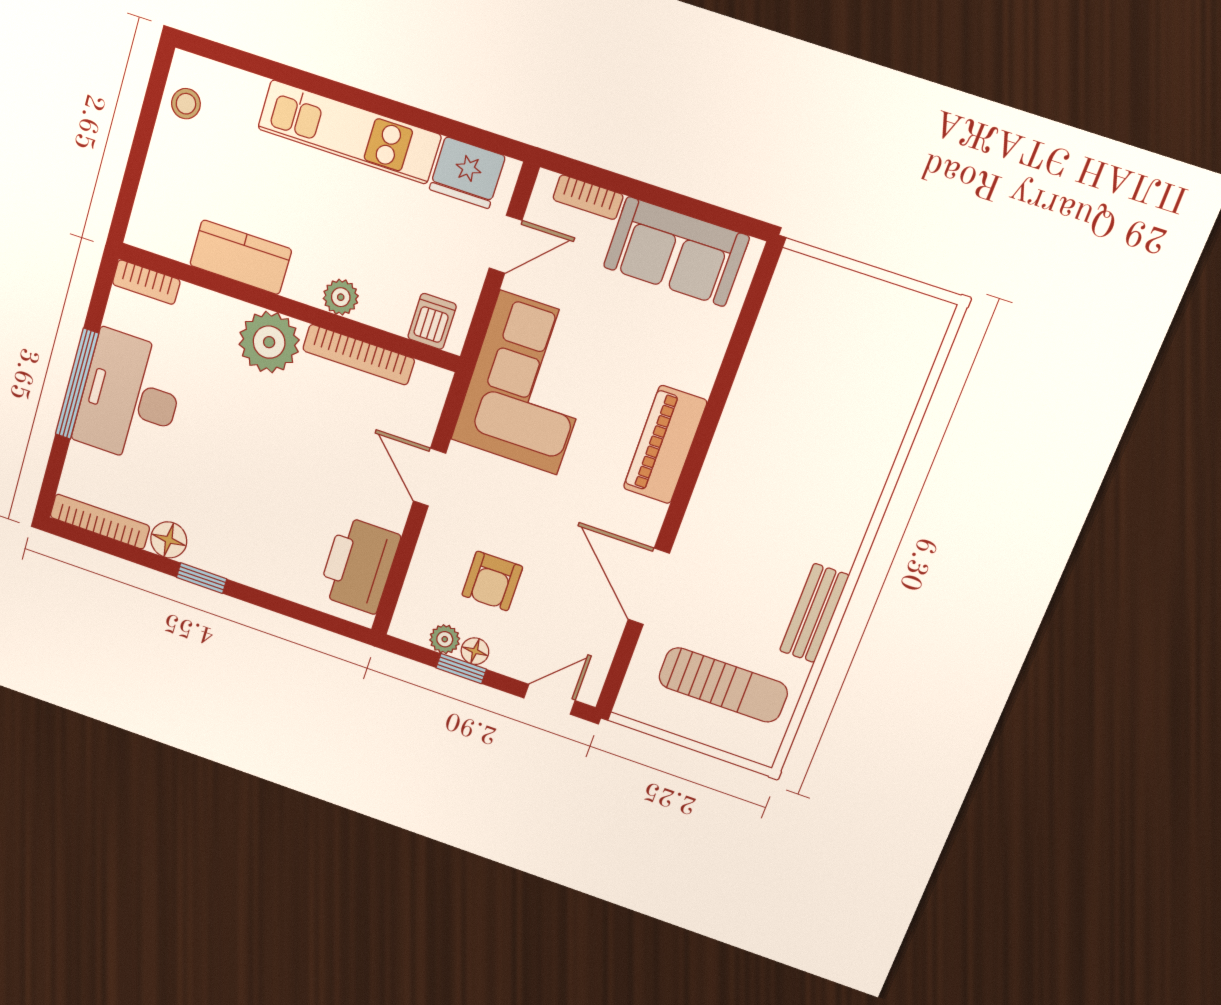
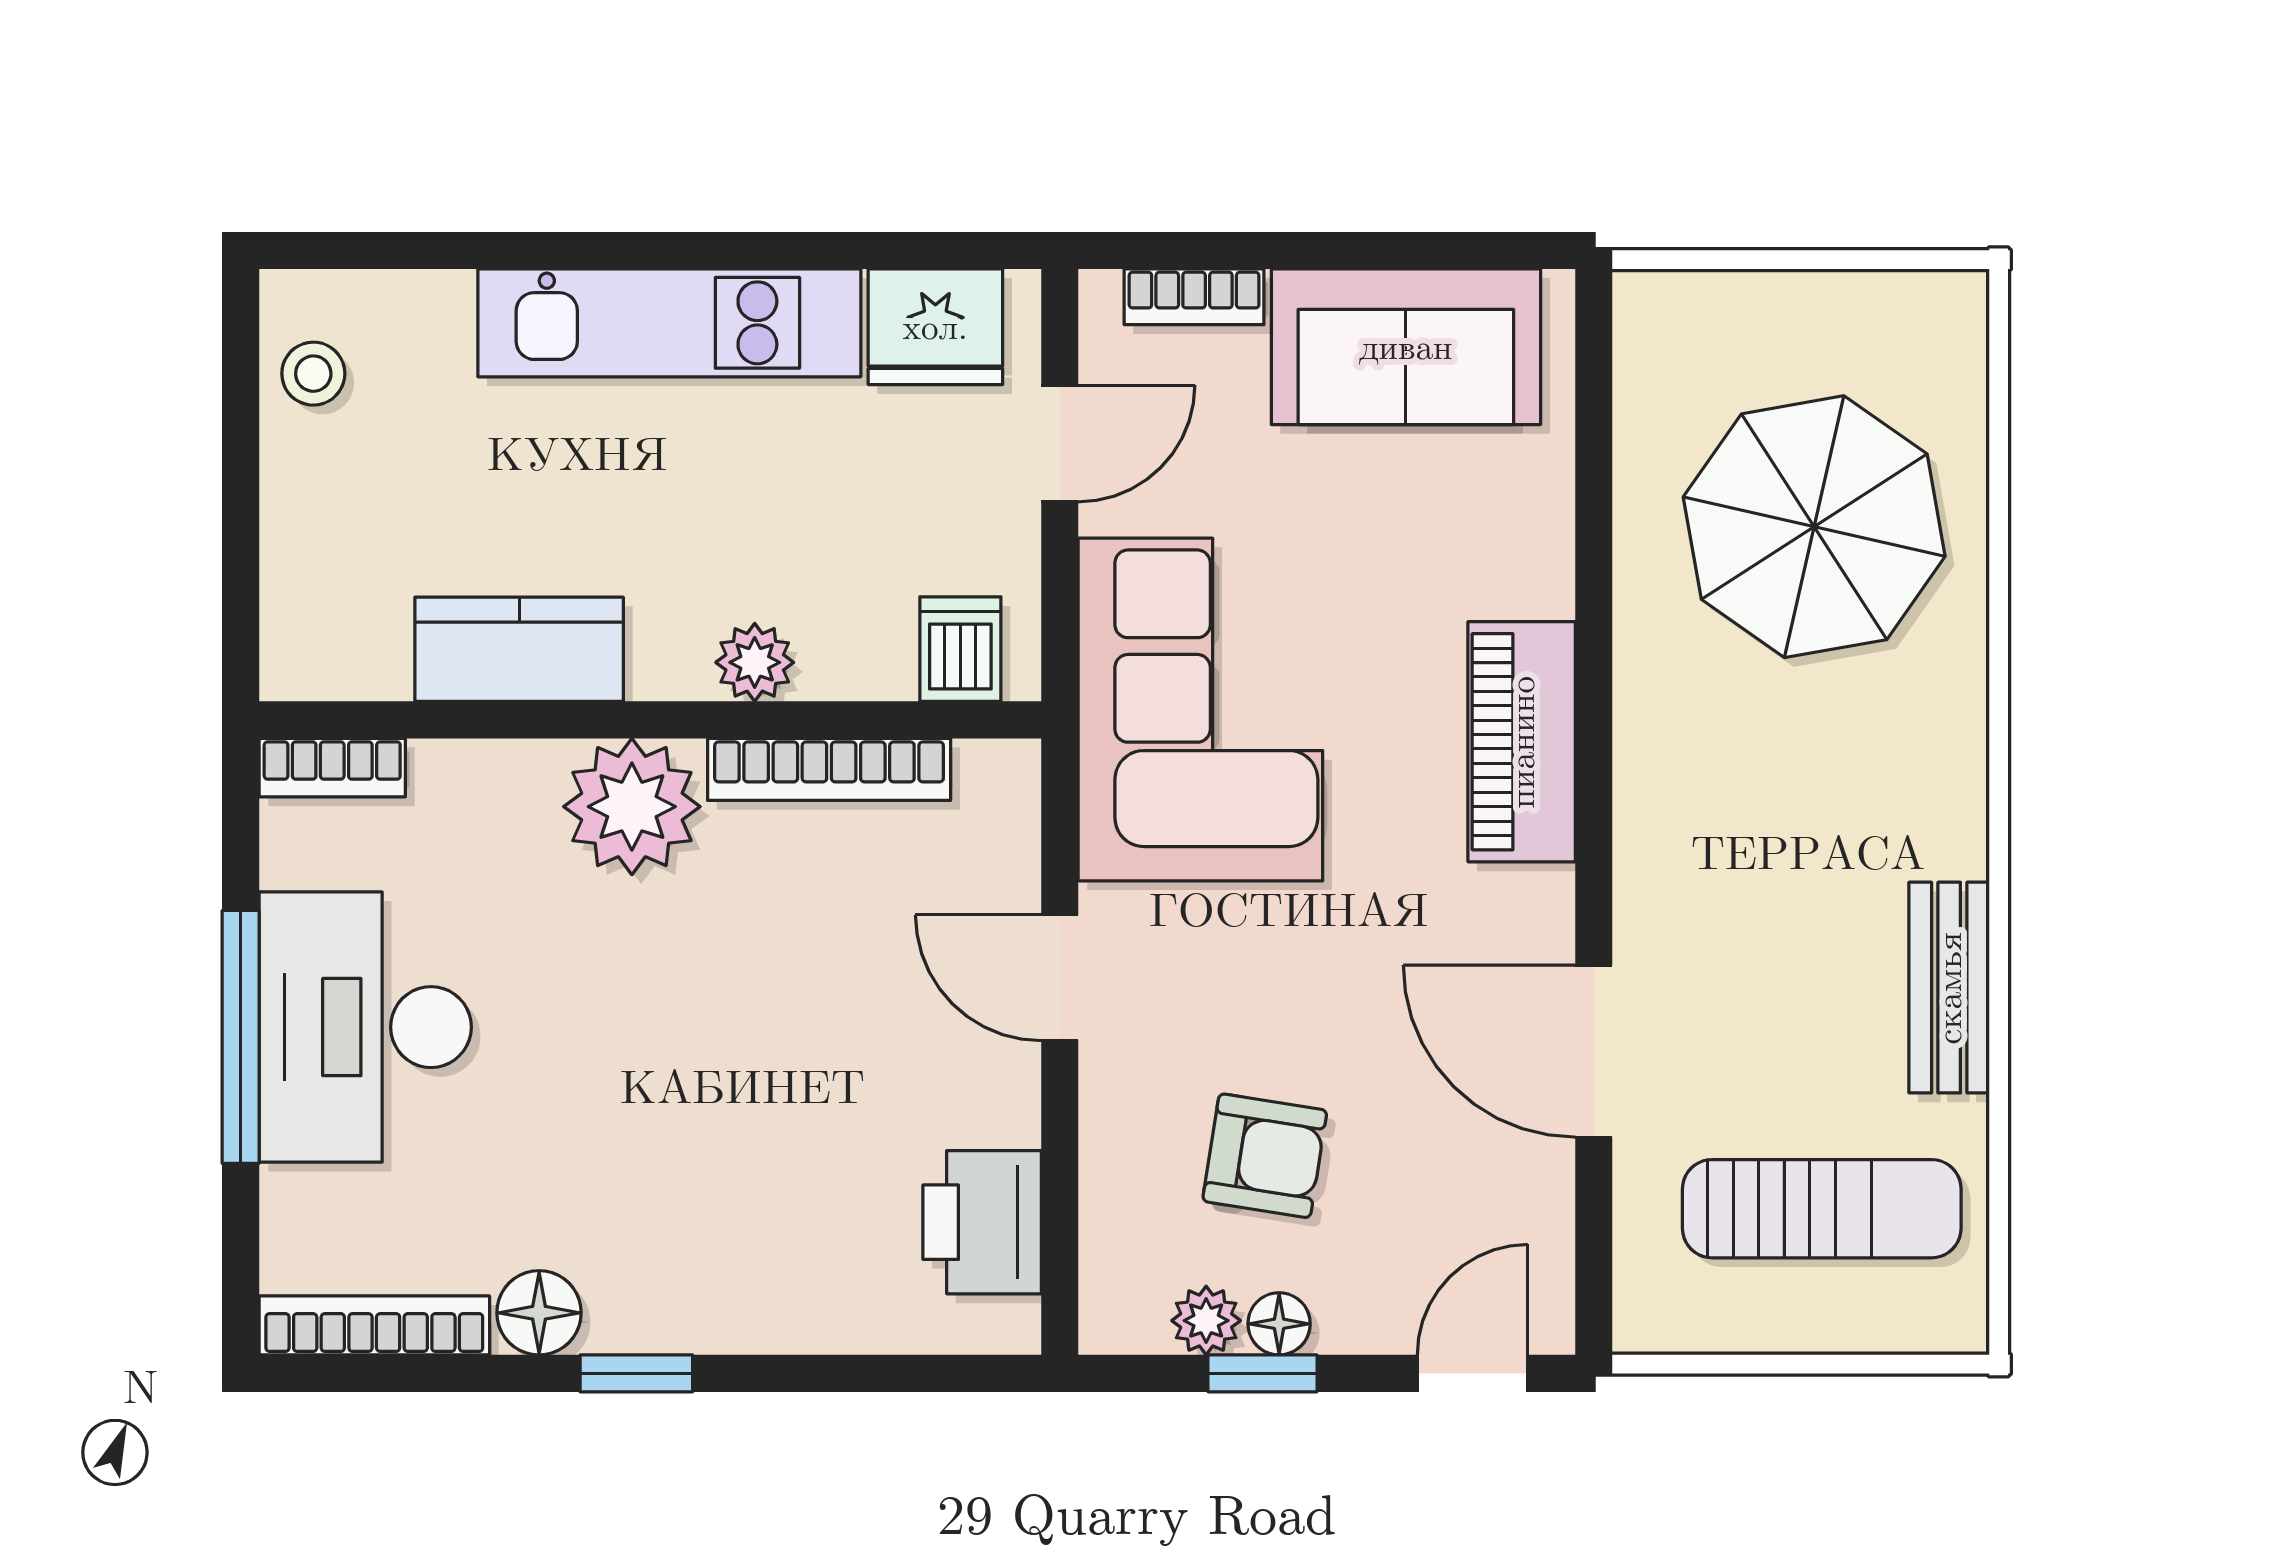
parasol: (831, 394) -> (1814, 527), added
printer: (359, 565) -> (982, 1222), width x0.73, depth x0.84
armchair: (492, 581) -> (1265, 1156), turned -81

